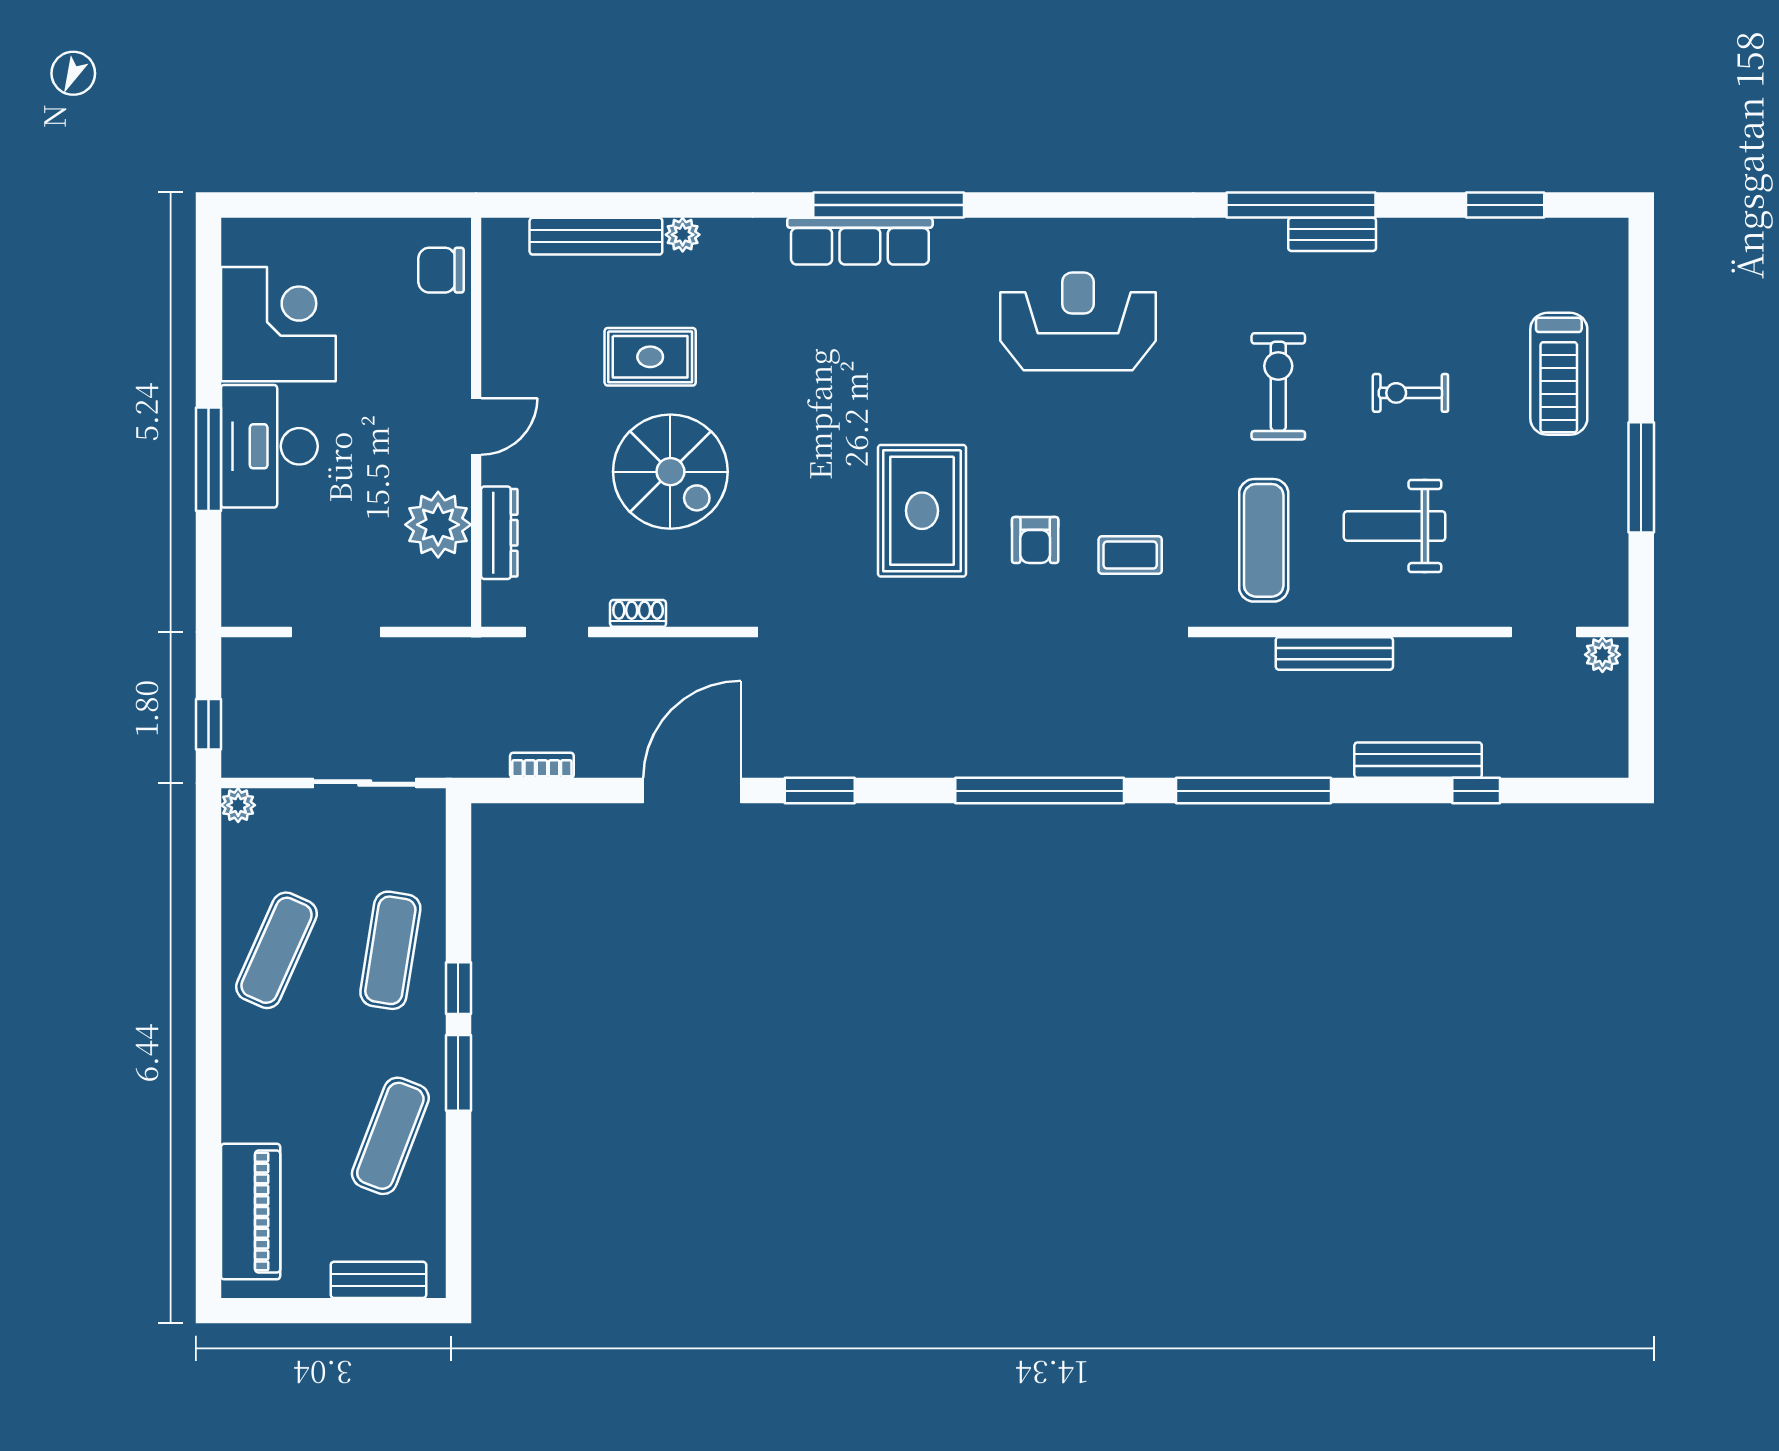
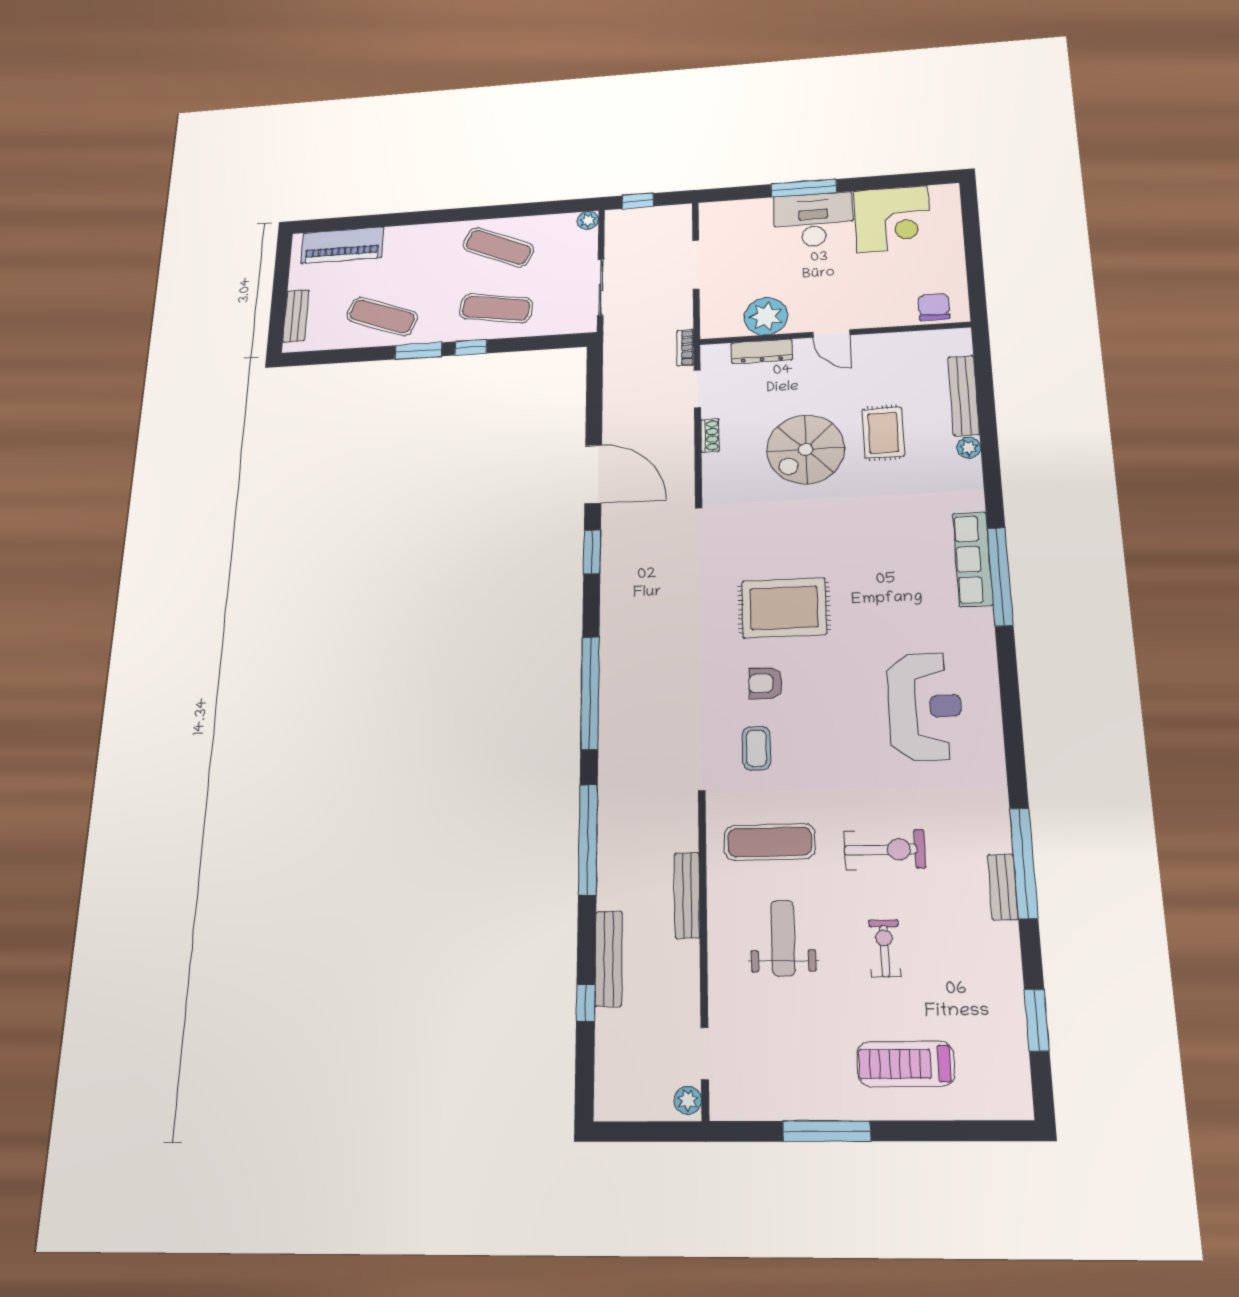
bookcase: (542, 765) -> (685, 348), moved, turned 180

